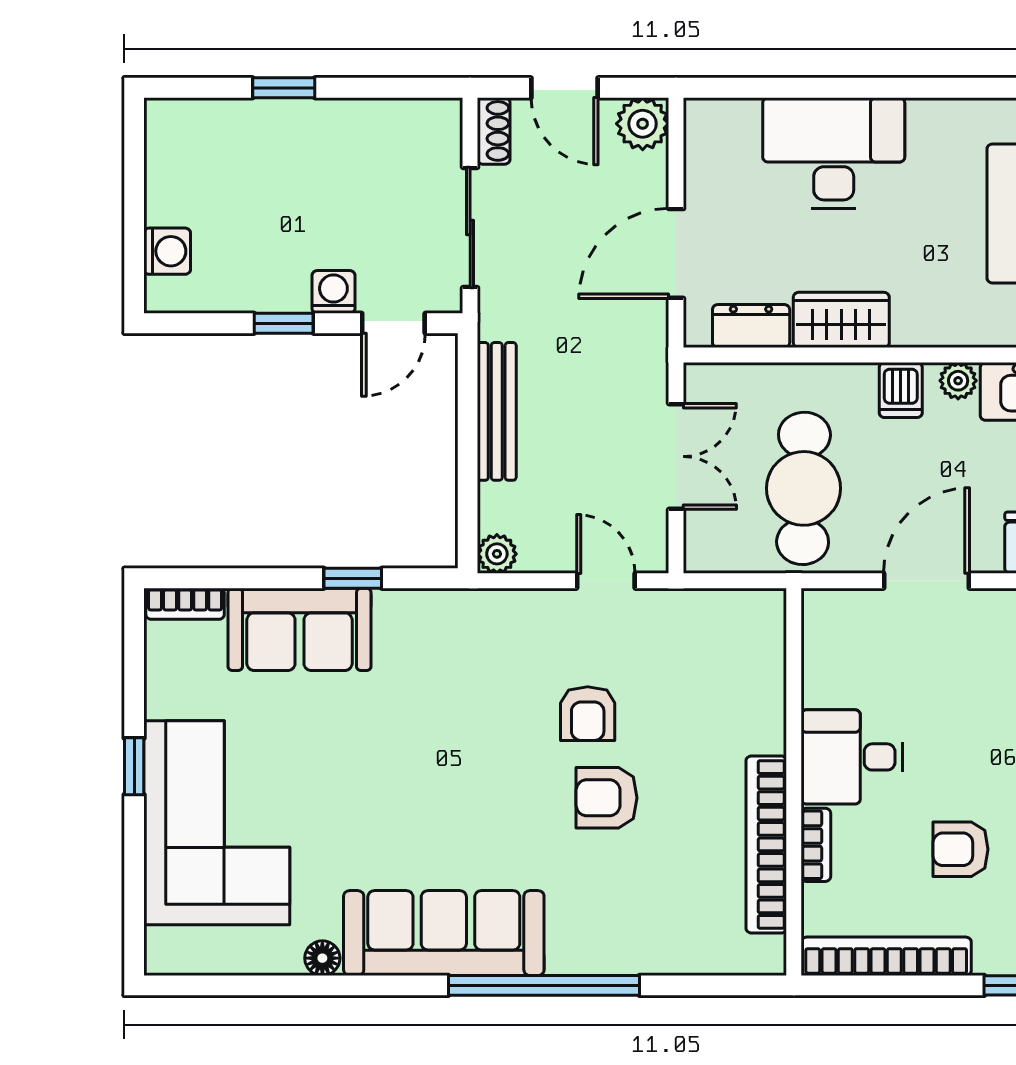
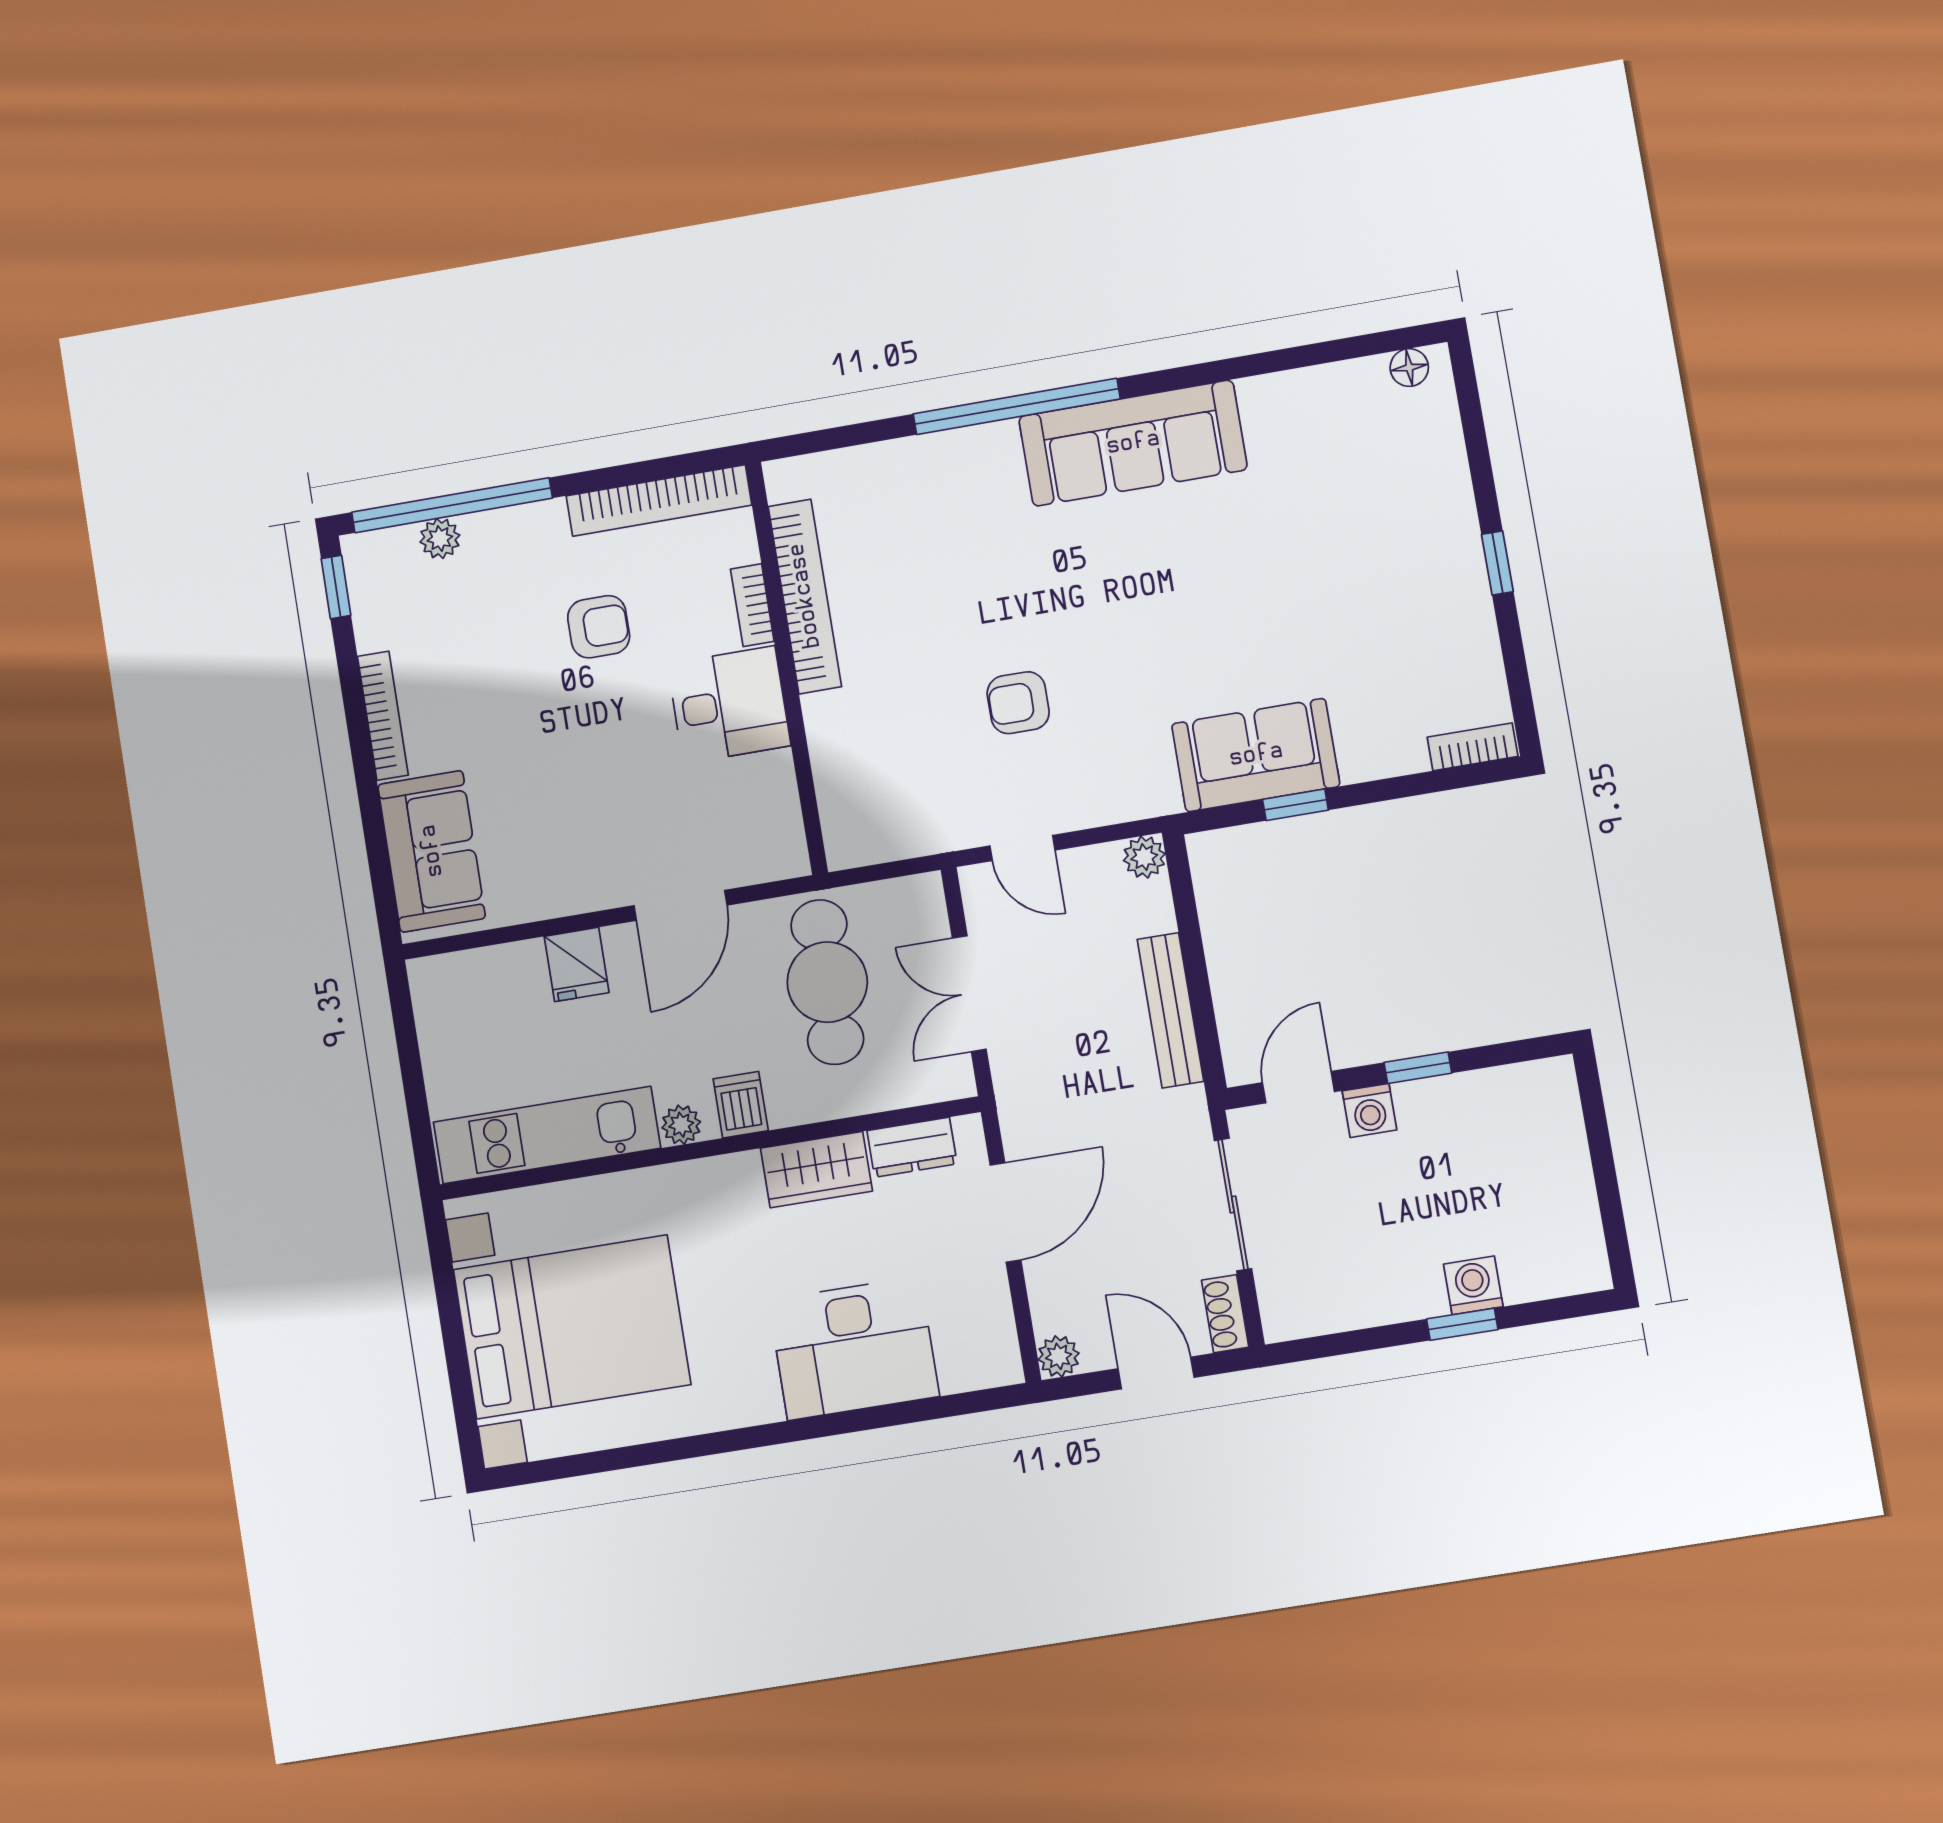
plant: (643, 124) -> (1059, 1356), width x0.73, depth x0.73
washing machine: (167, 251) -> (1473, 1285), moved, turned 90
sofa: (299, 629) -> (1256, 755), moved
armchair: (588, 714) -> (1018, 703), turned -90
armchair: (607, 798) -> (983, 617), removed
corner sofa: (217, 823) -> (1397, 518), removed
floor lamp: (322, 958) -> (1409, 368), moved

